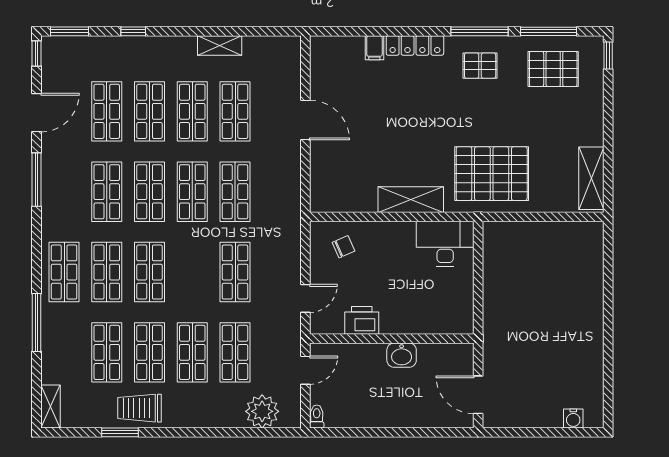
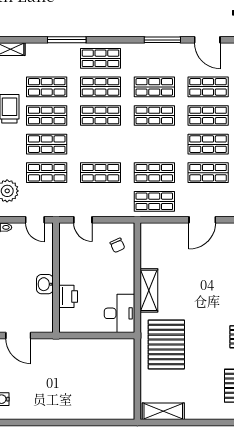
shop shelf: (192, 192) -> (154, 201), moved
printer: (362, 320) -> (68, 296), moved
door: (478, 395) -> (18, 335), swing flipped

